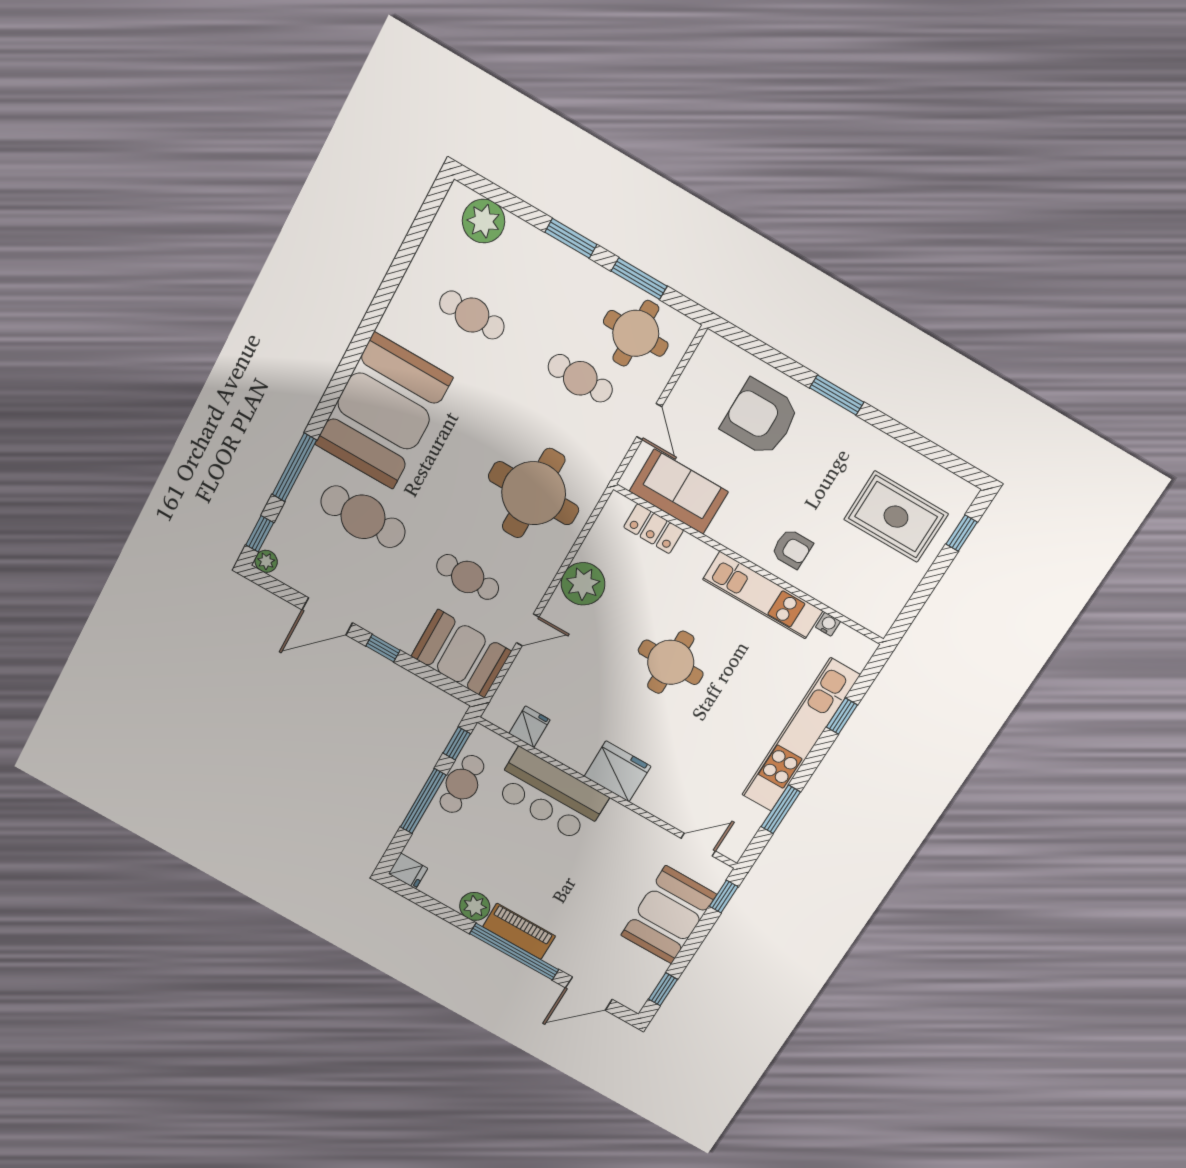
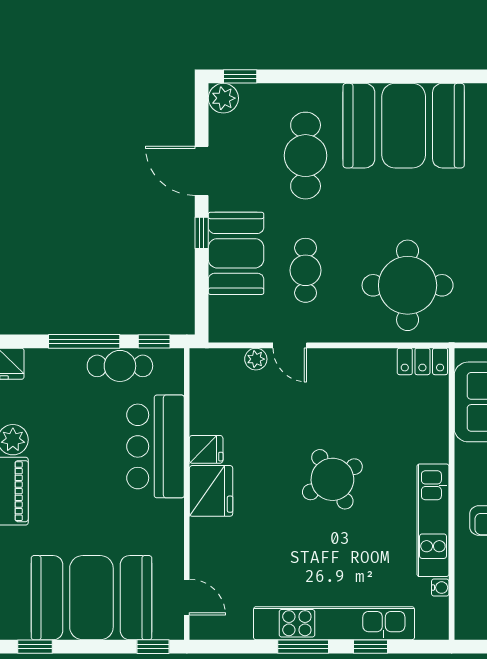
window: (294, 467) -> (314, 76), removed
locker: (654, 529) -> (422, 361), moved, turned -90
plant: (266, 561) -> (223, 98), width x1.38, depth x1.38
plant: (583, 584) -> (256, 359), moved, width x0.53, depth x0.53
booth: (461, 654) -> (236, 253), moved
round table: (671, 662) -> (332, 479), turned -30
fridge: (529, 727) -> (206, 449), moved
window: (781, 809) -> (303, 647), moved
booth: (669, 915) -> (91, 598), width x1.36, depth x1.42

